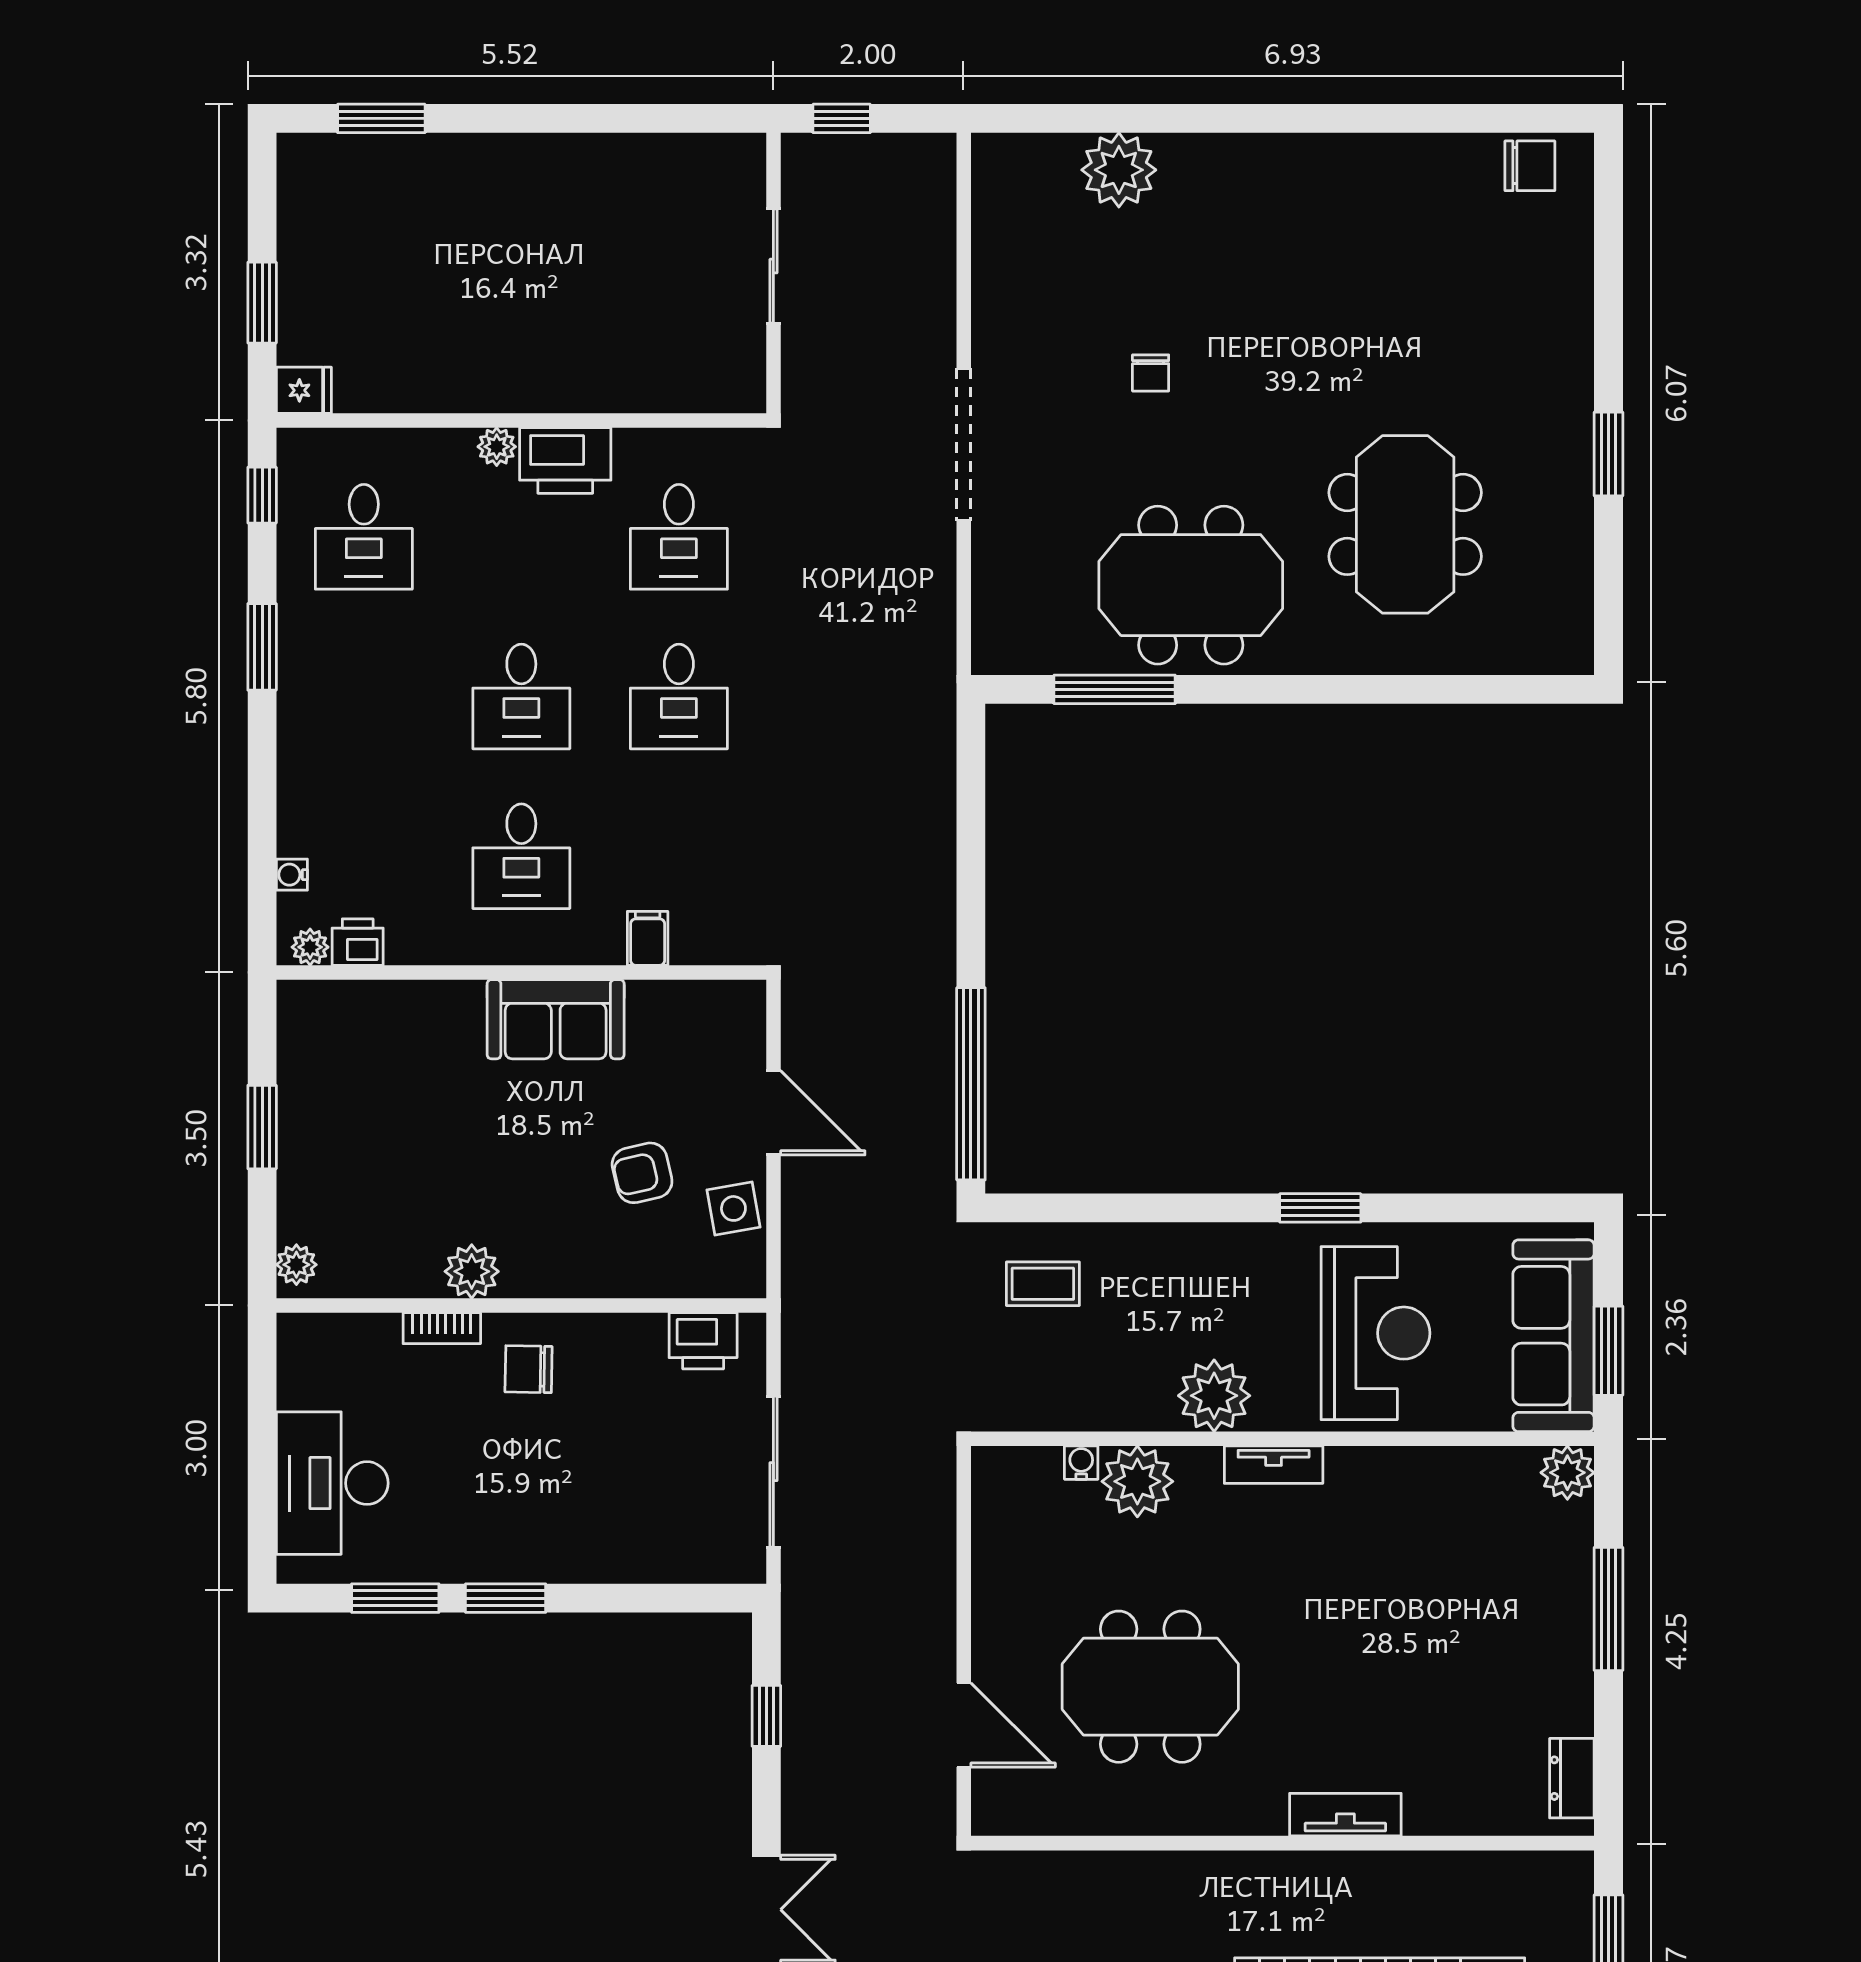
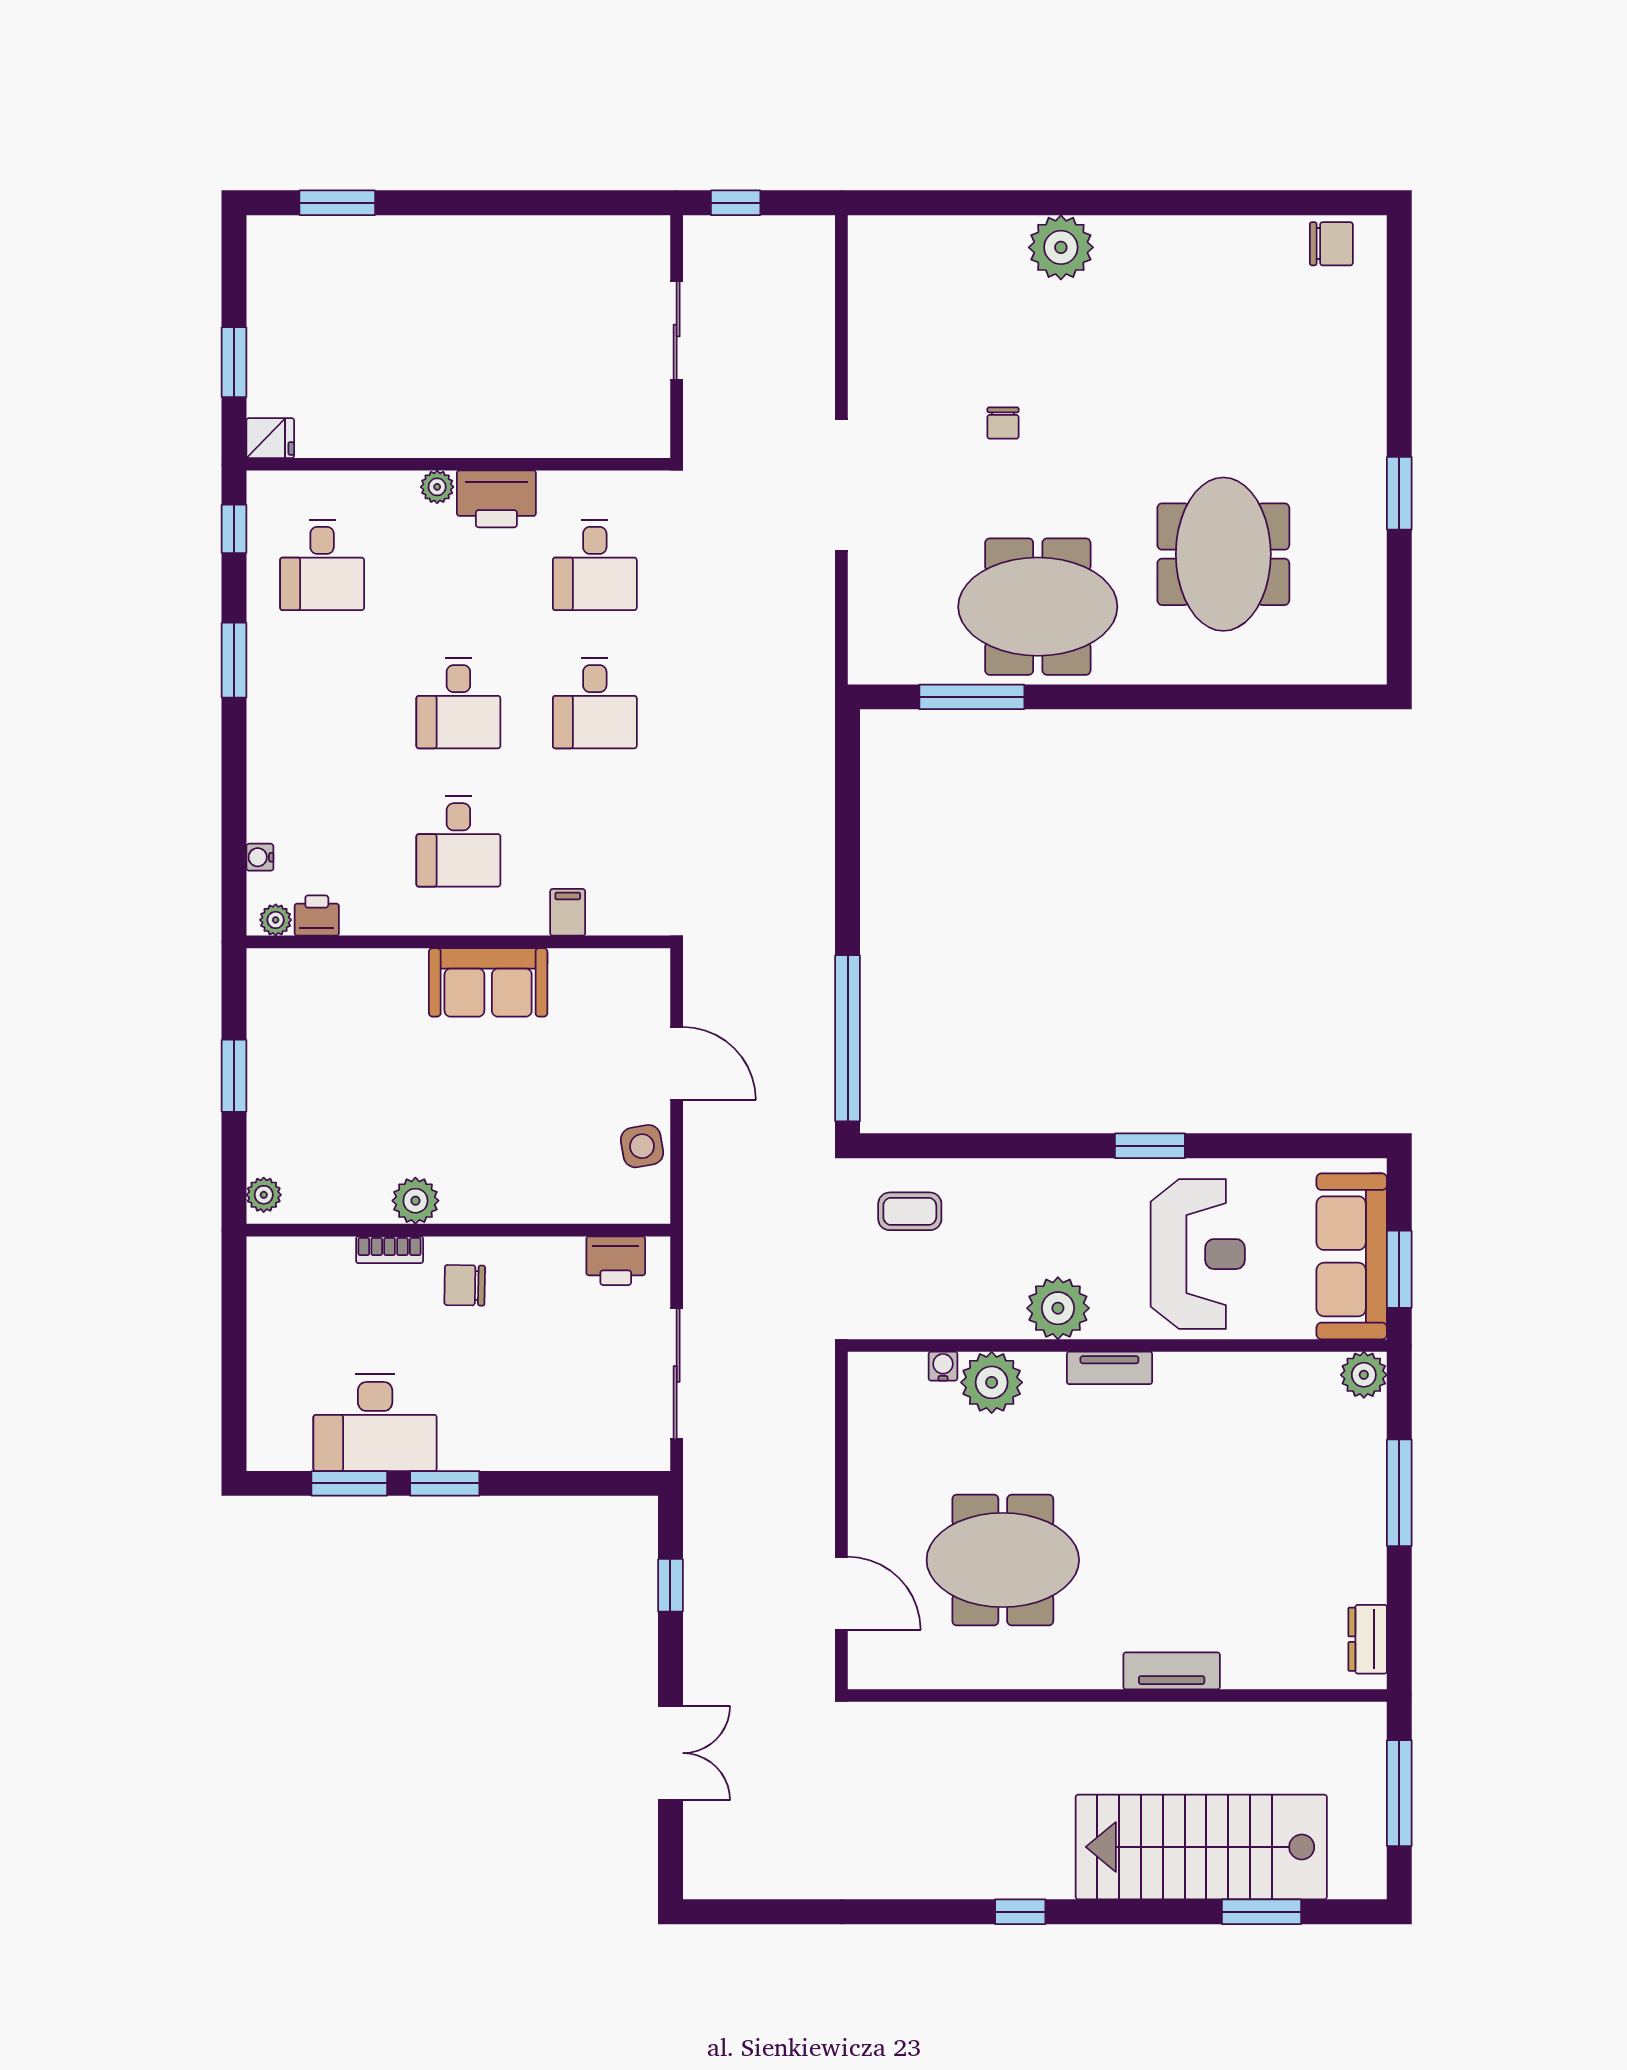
plant: (1119, 170) -> (1061, 247), moved
armchair: (642, 1173) -> (563, 1115), removed
desk: (332, 1483) -> (375, 1423), moved, turned -90

